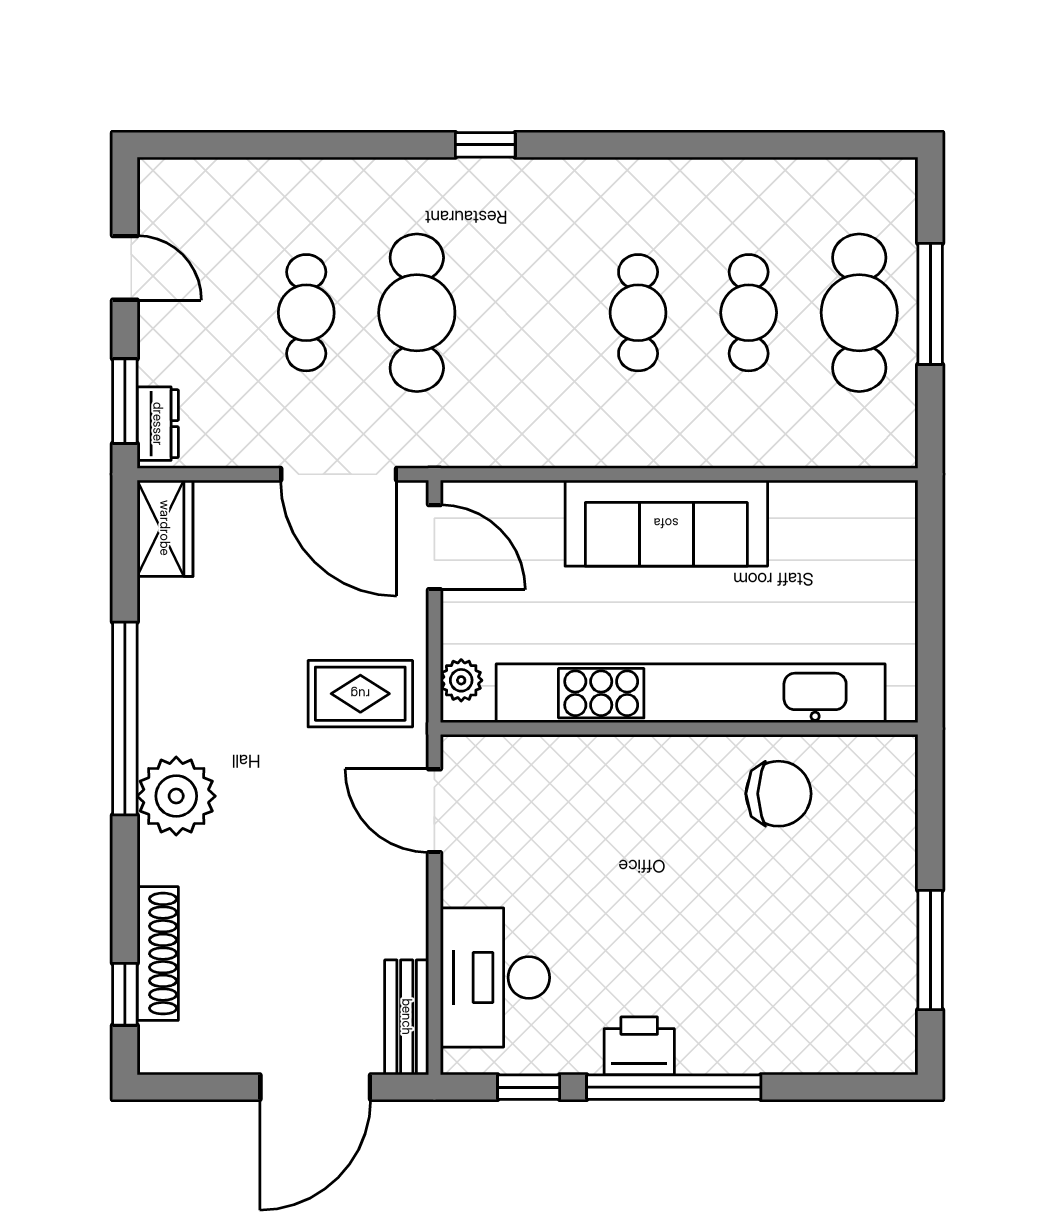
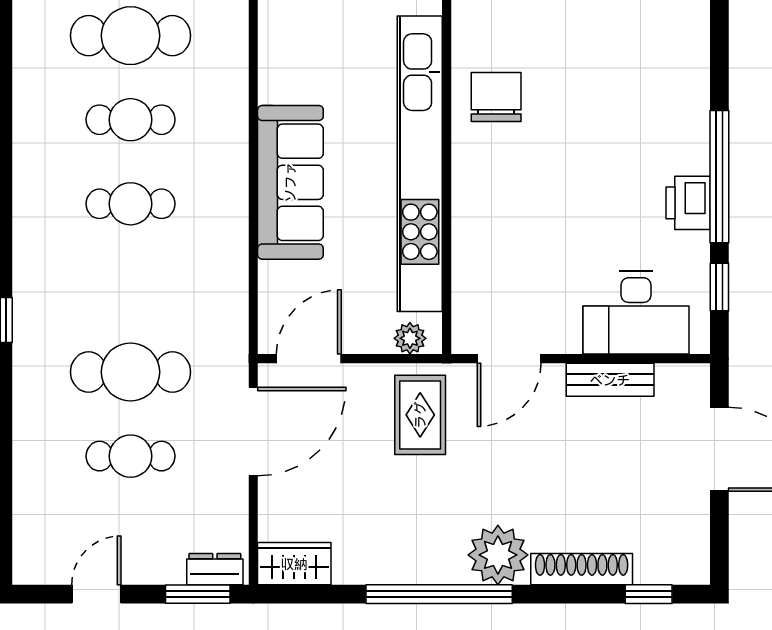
shoe rack: (158, 954) -> (582, 569), moved
bench: (407, 1017) -> (610, 380), moved

